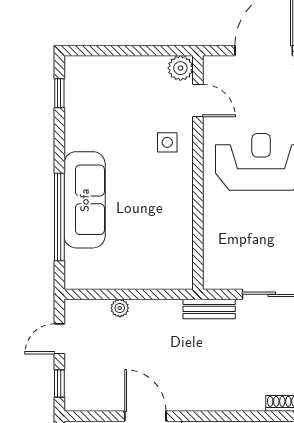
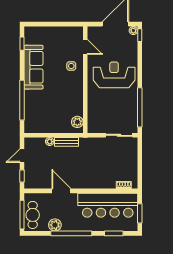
plant: (180, 68) -> (77, 122), moved
sofa: (85, 200) -> (34, 67), moved
bench: (209, 309) -> (66, 142), moved

